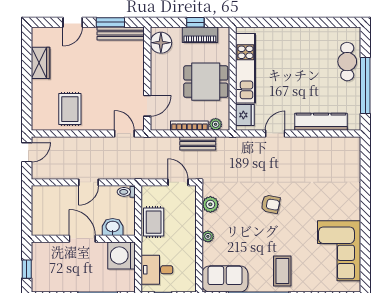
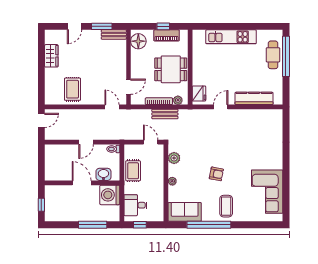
bench: (121, 33) -> (114, 35), width x0.73
kitchen unit: (245, 68) -> (231, 37), moved, turned 90
window: (365, 86) -> (286, 56), moved
armchair: (271, 204) -> (216, 174), moved

